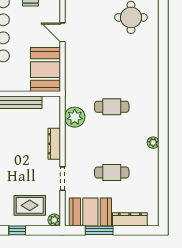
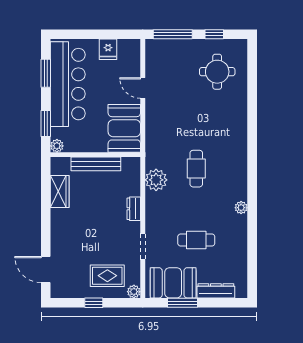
cafe table: (112, 107) -> (196, 169), turned 90
dresser: (54, 144) -> (134, 209), width x0.70

